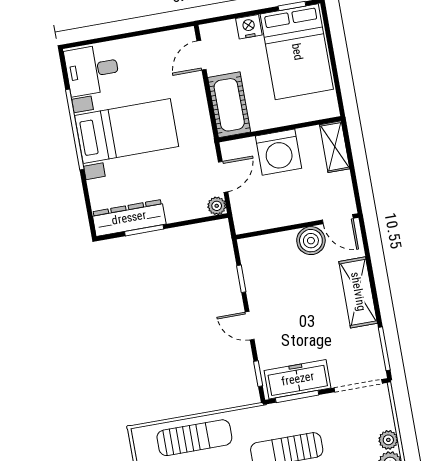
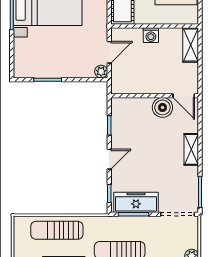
washing machine: (279, 152) -> (151, 35), width x0.53, depth x0.53
dresser: (129, 218) -> (39, 69), removed
shelving: (358, 292) -> (191, 149), width x0.67, depth x0.75
door: (250, 326) -> (109, 159), swing flipped
sun lounger: (194, 438) -> (57, 230), turned 180

